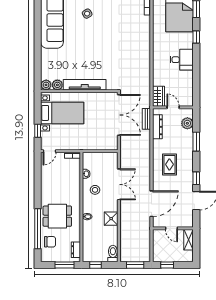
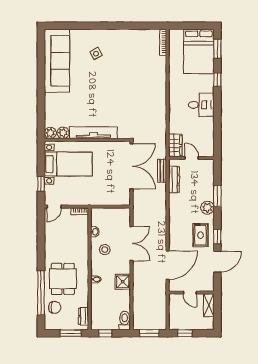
plant: (187, 123) -> (207, 208), moved
rug: (169, 164) -> (201, 235), moved
dining table: (57, 216) -> (63, 279), turned 90

